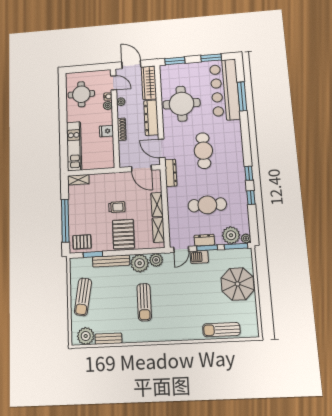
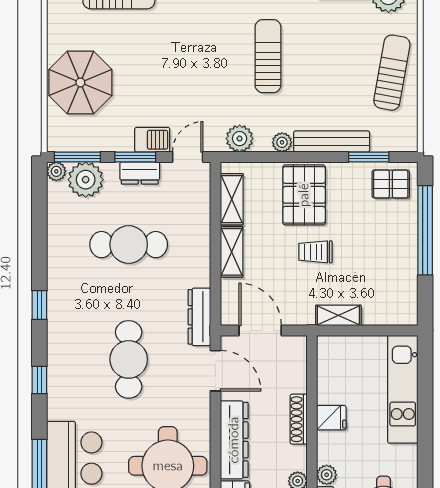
shelving: (78, 180) -> (338, 315), moved
window: (251, 197) -> (39, 380), moved
plant: (140, 263) -> (282, 142), width x0.53, depth x0.53

